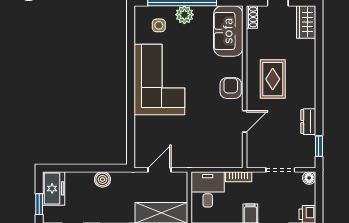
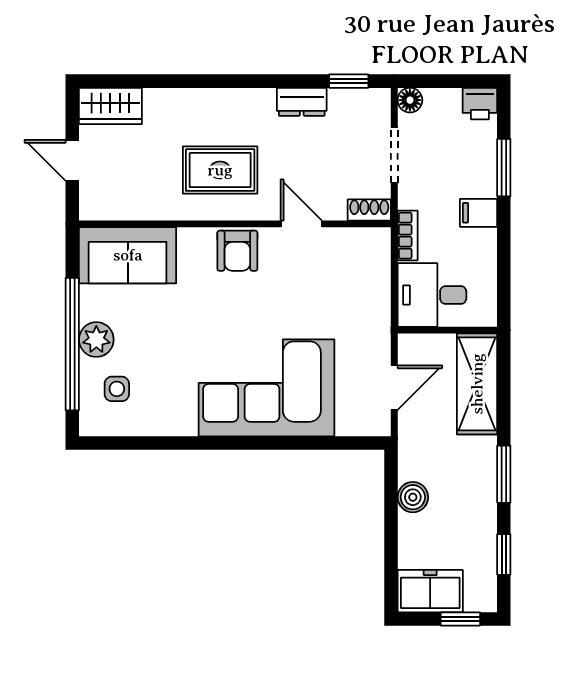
shoe rack: (252, 17) -> (369, 210), moved
corner sofa: (159, 79) -> (266, 388), moved
armchair: (231, 88) -> (237, 251), turned -90
door: (159, 170) -> (394, 388), swing flipped

